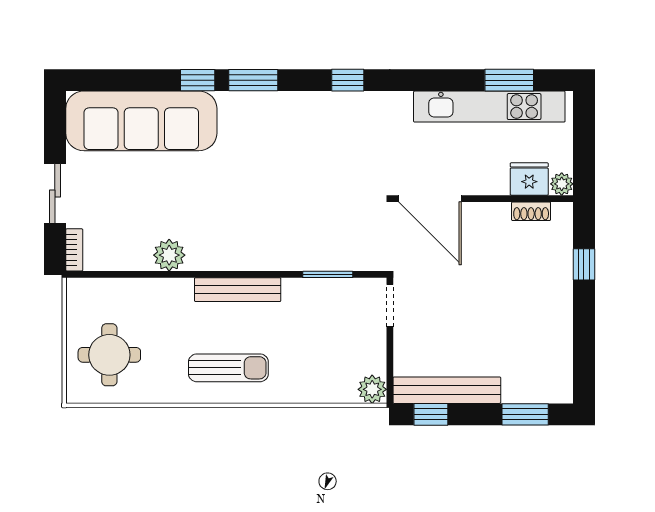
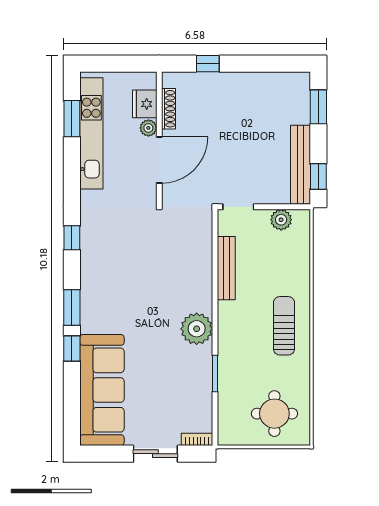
plant: (562, 184) -> (148, 128), moved
door: (430, 199) -> (159, 160), moved
shoe rack: (531, 211) -> (169, 109), width x1.43
plant: (169, 255) -> (197, 329), moved, width x1.36, depth x1.36
window: (328, 274) -> (215, 373), moved
bench: (238, 290) -> (226, 268), moved
plant: (372, 389) -> (281, 220), moved

